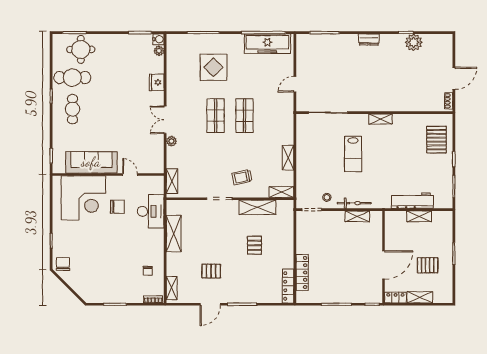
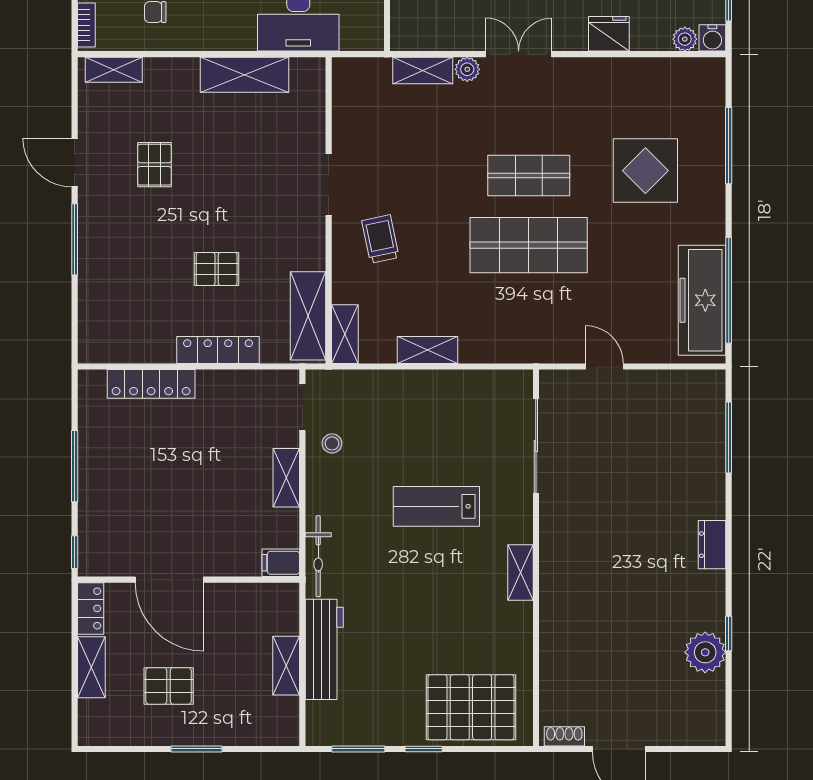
shop shelf: (244, 116) -> (529, 245), width x1.43, depth x1.36
pallet: (436, 140) -> (471, 707), width x1.37, depth x1.41
shelving: (172, 181) -> (423, 70), moved
bicycle: (354, 203) -> (318, 556), moved
shelving: (257, 207) -> (308, 316), moved
shelving: (357, 216) -> (286, 478), moved
filing cabinet: (376, 219) -> (281, 563), added
pallet: (428, 265) -> (169, 686), turned 90
locker: (288, 286) -> (218, 350), moved

